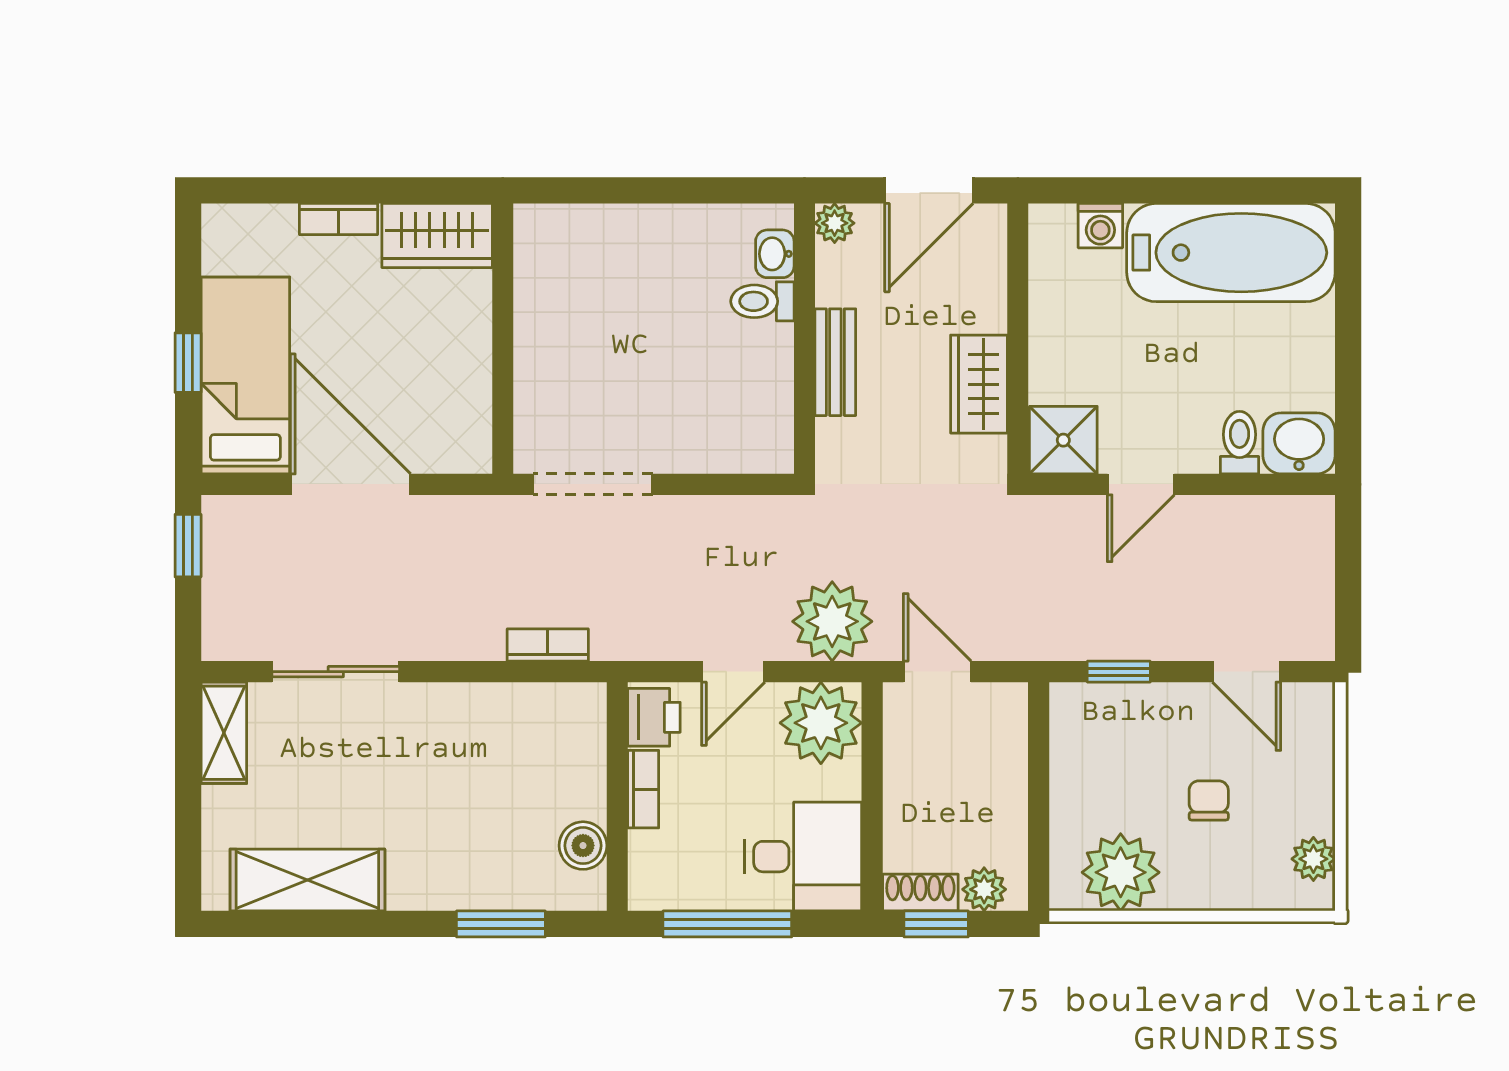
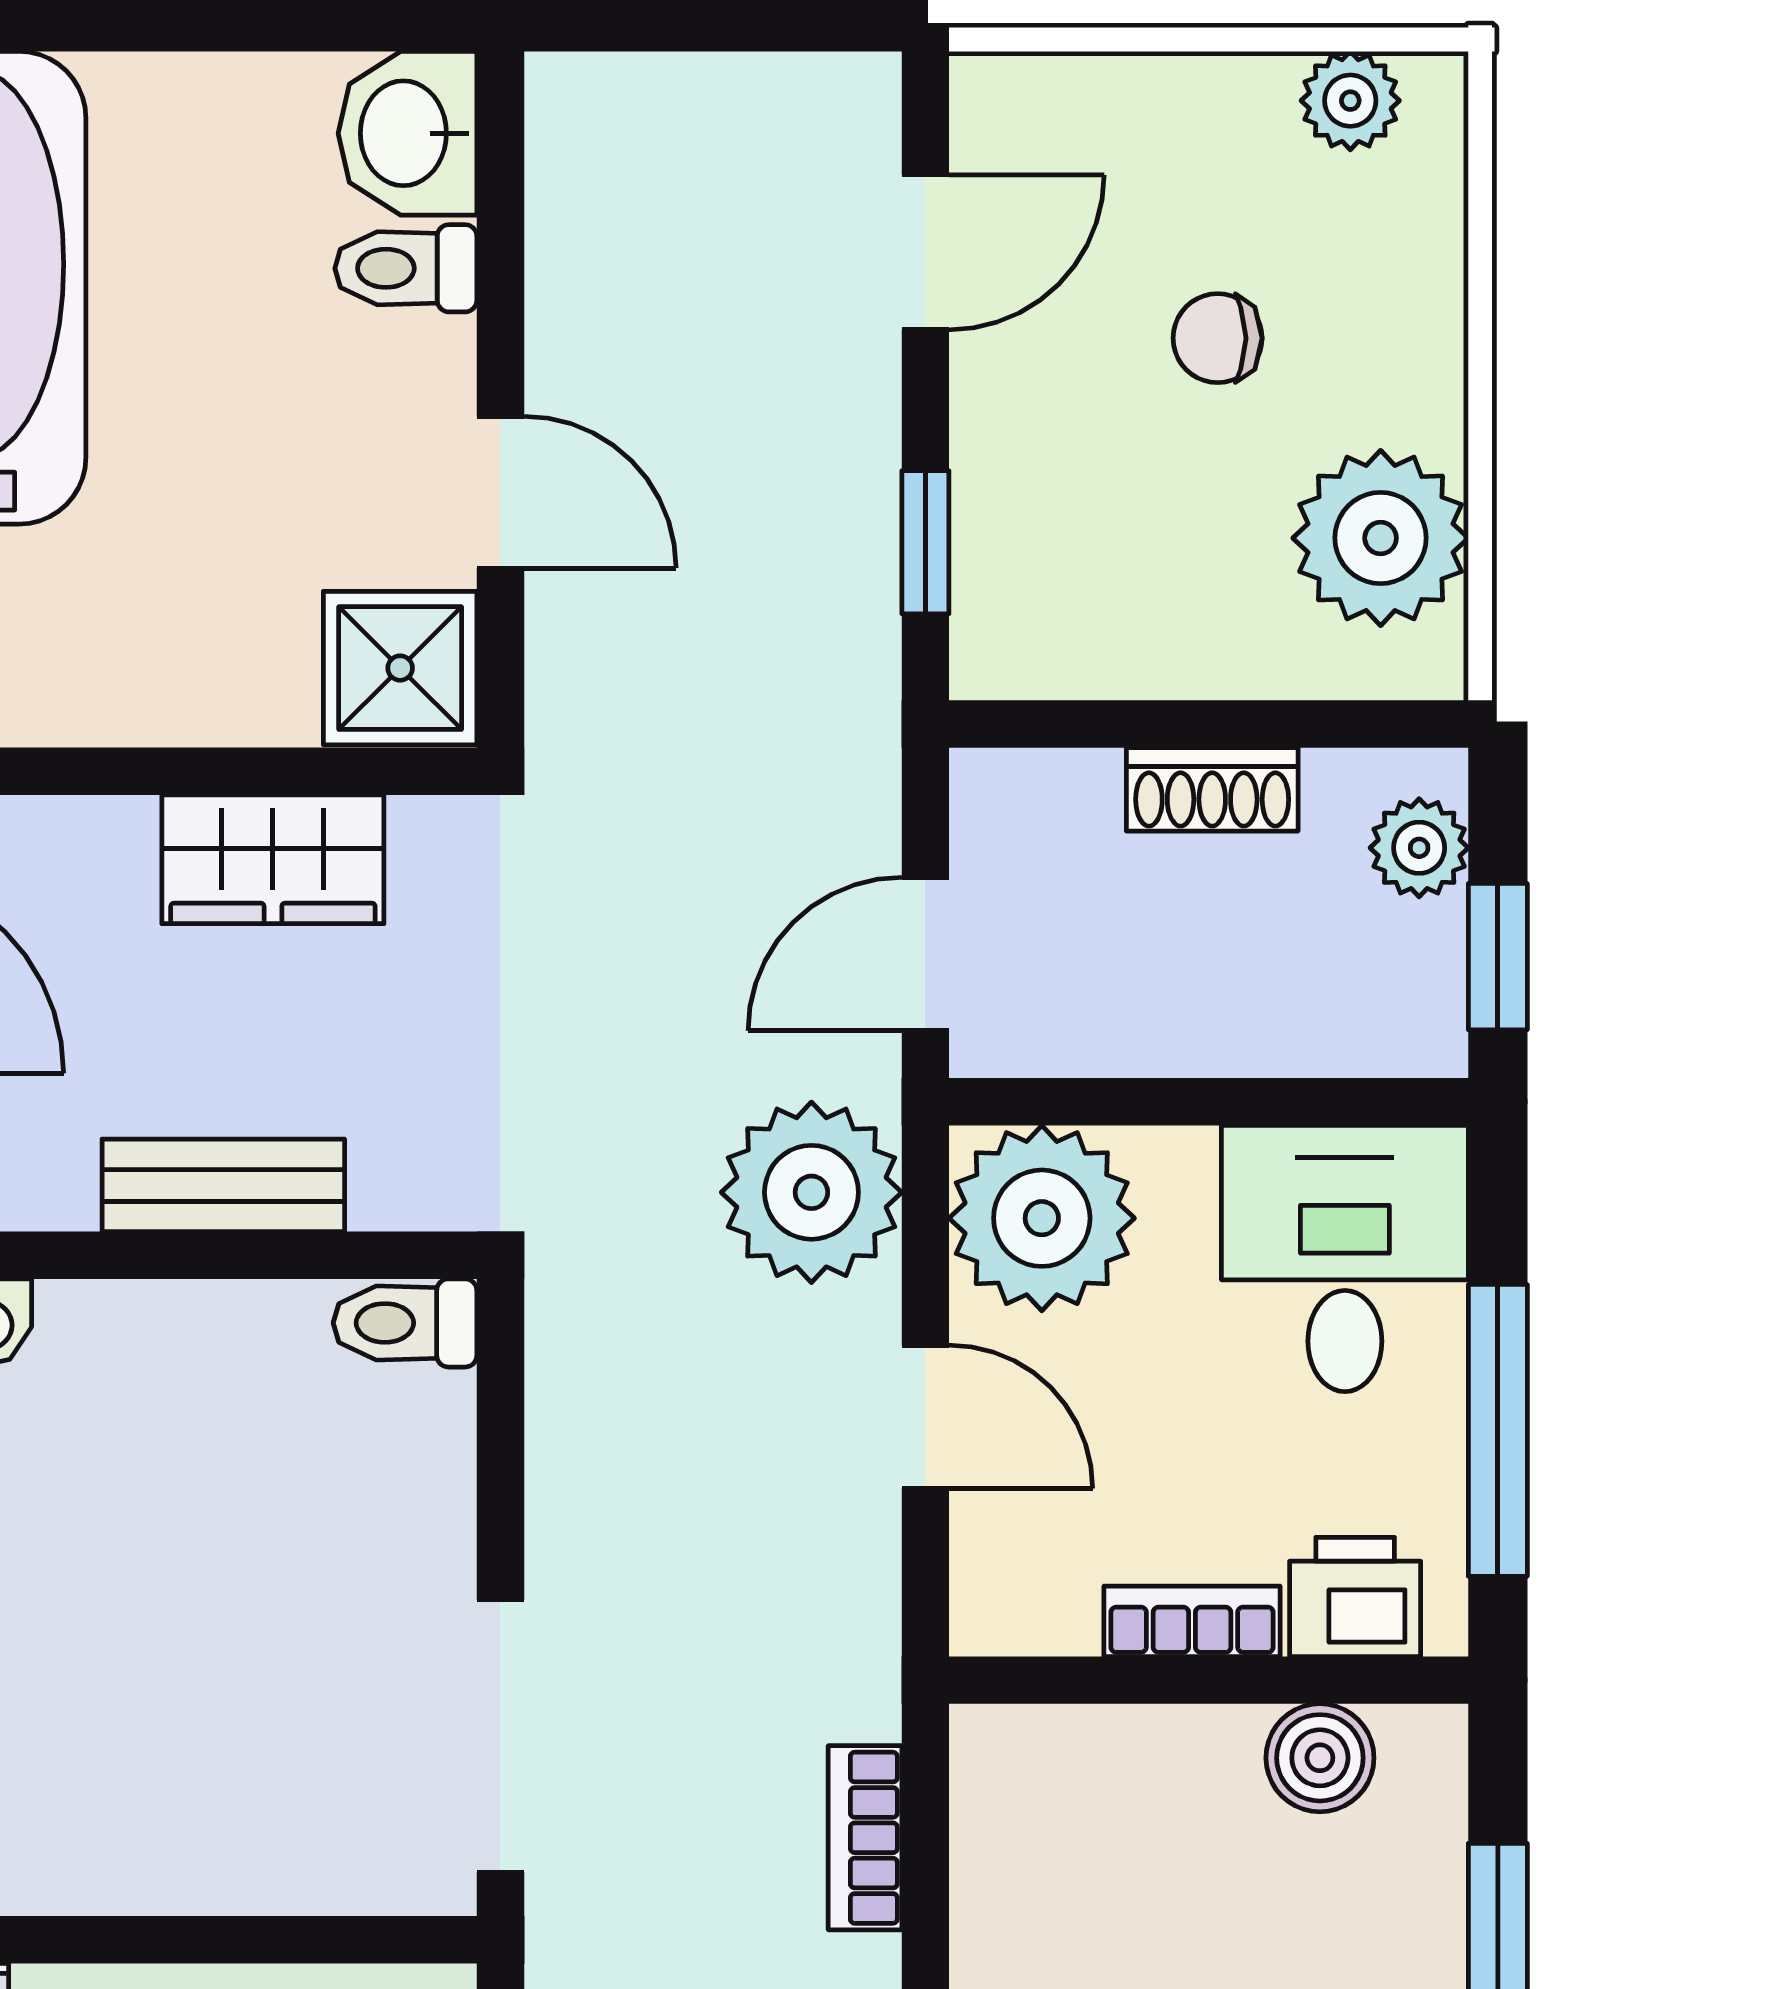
toilet: (762, 301) -> (405, 1323), moved, turned 90
printer: (654, 717) -> (1355, 1597), moved
shoe rack: (920, 893) -> (1212, 789), moved, turned -90

